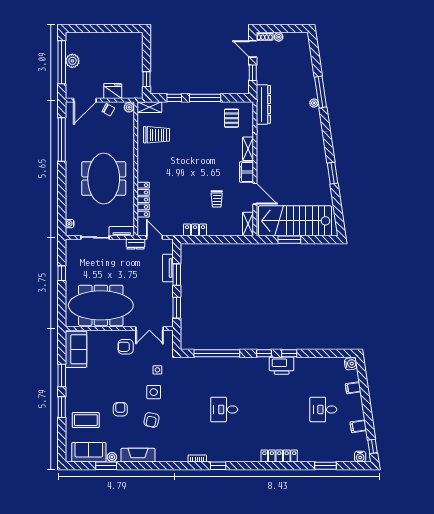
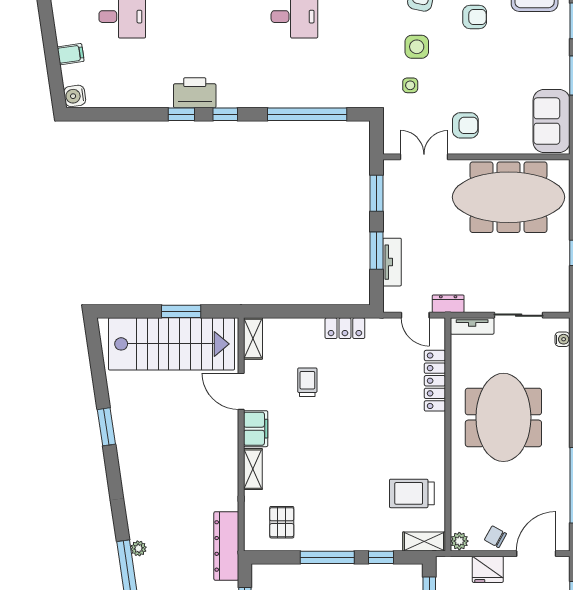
armchair: (120, 409) -> (475, 17), turned -90

